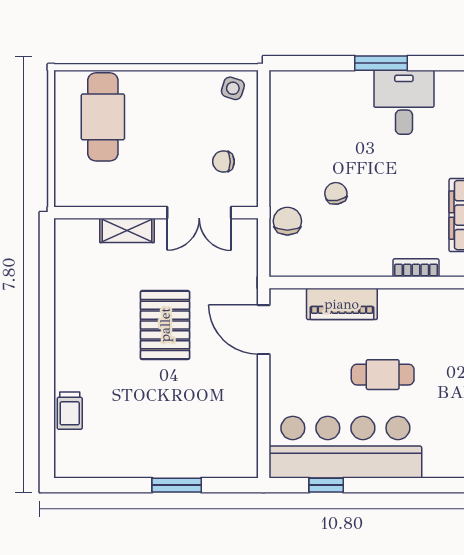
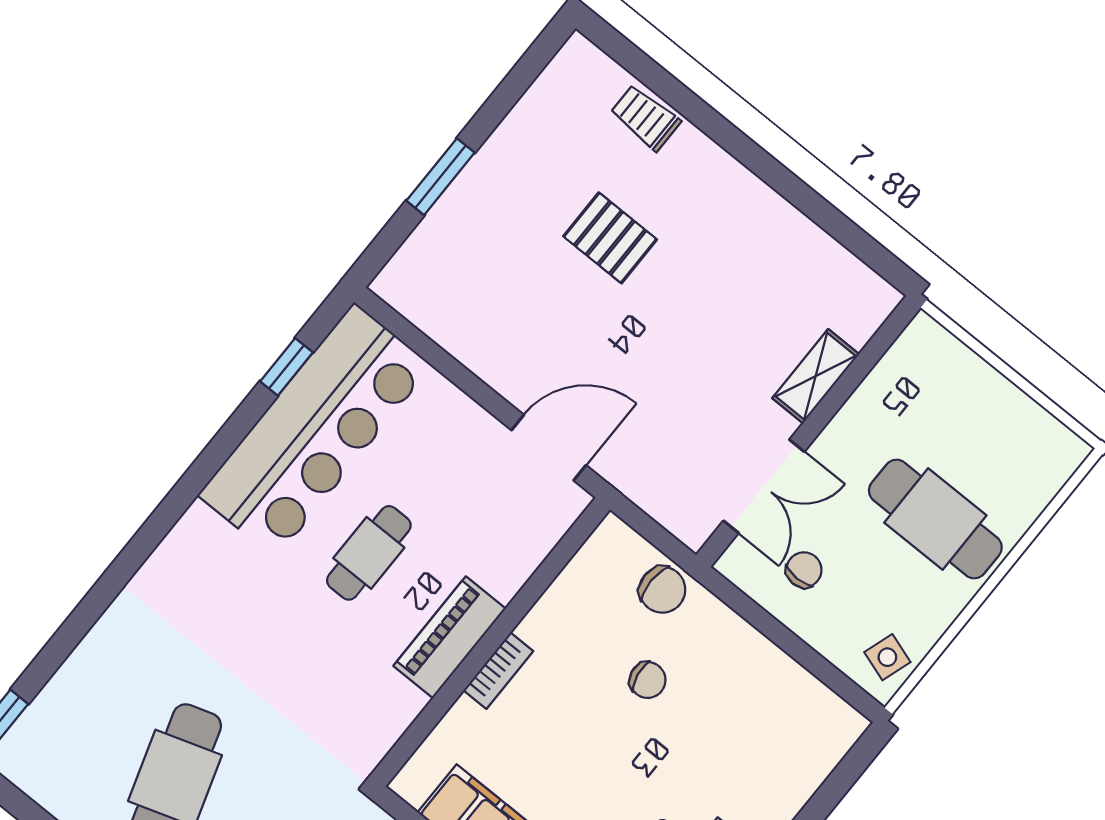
cafe table: (103, 117) -> (935, 519), moved
double door: (199, 213) -> (764, 486), swing flipped
bookcase: (416, 268) -> (498, 671), moved
piano: (342, 304) -> (450, 637), moved
pallet: (165, 325) -> (610, 238), moved, width x0.67, depth x0.71

